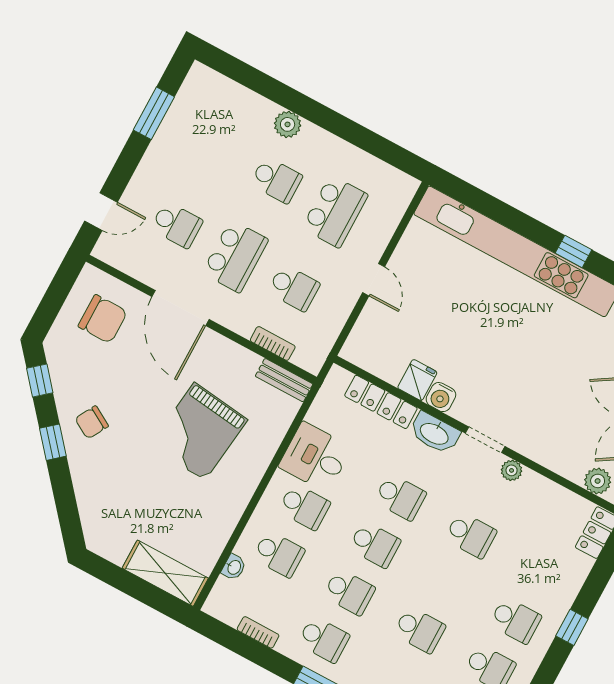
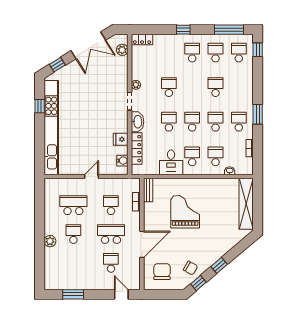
water cooler: (441, 397) -> (122, 161), moved
chair: (92, 422) -> (190, 268), moved
grand piano: (199, 432) -> (185, 212), turned -97
shelving: (165, 573) -> (246, 204), width x1.47

